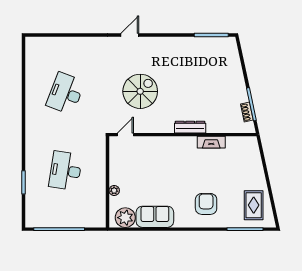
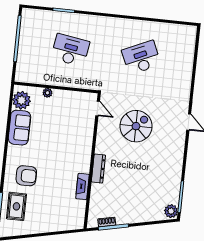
plant: (228, 44) -> (171, 211), added
spiral stairs: (140, 91) -> (136, 126), turned -90
desk: (66, 93) -> (141, 57), turned -45
rug: (254, 205) -> (16, 206), moved, turned 90

